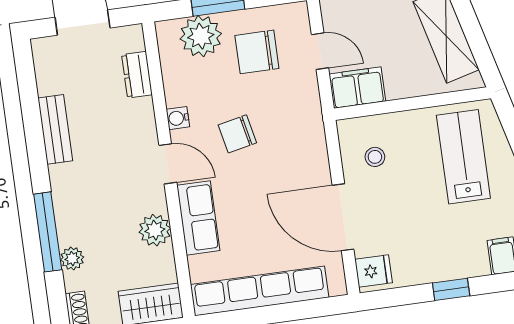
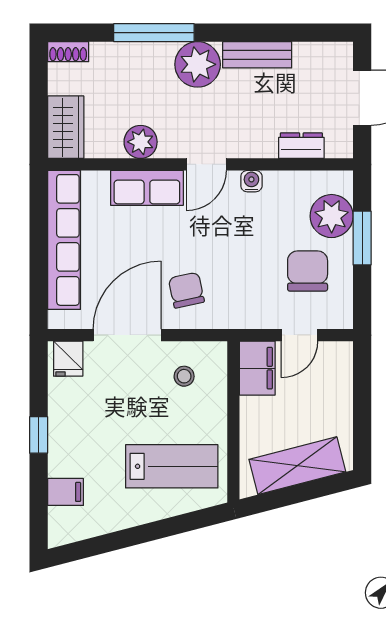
chair: (237, 134) -> (186, 290), moved
plant: (72, 259) -> (198, 64), moved, width x1.88, depth x1.88

